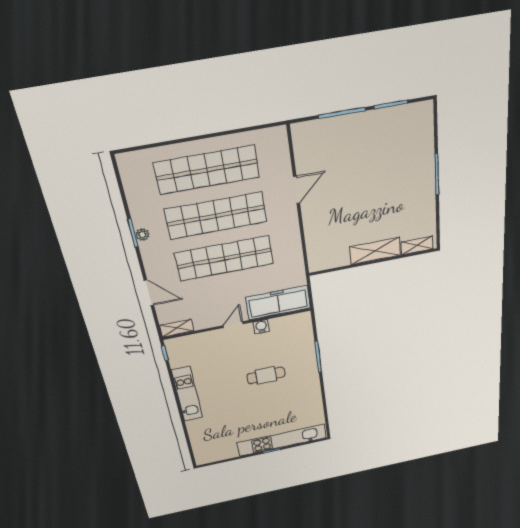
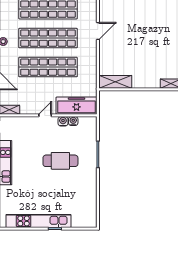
shelving: (375, 251) -> (115, 82), moved
water cooler: (277, 323) -> (73, 121), added
cafe table: (266, 375) -> (60, 161), width x1.37, depth x1.35
kitchen unit: (282, 440) -> (38, 221), moved

